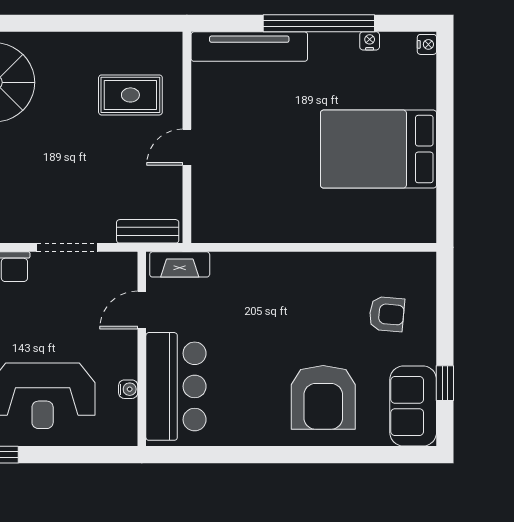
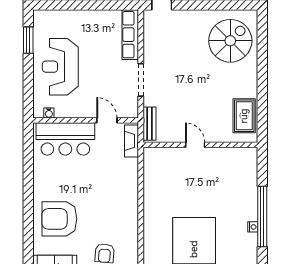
nightstand: (370, 41) -> (253, 227), moved
tv unit: (249, 47) -> (250, 179), removed
rug: (130, 95) -> (244, 116), moved
water cooler: (128, 389) -> (49, 113), moved

